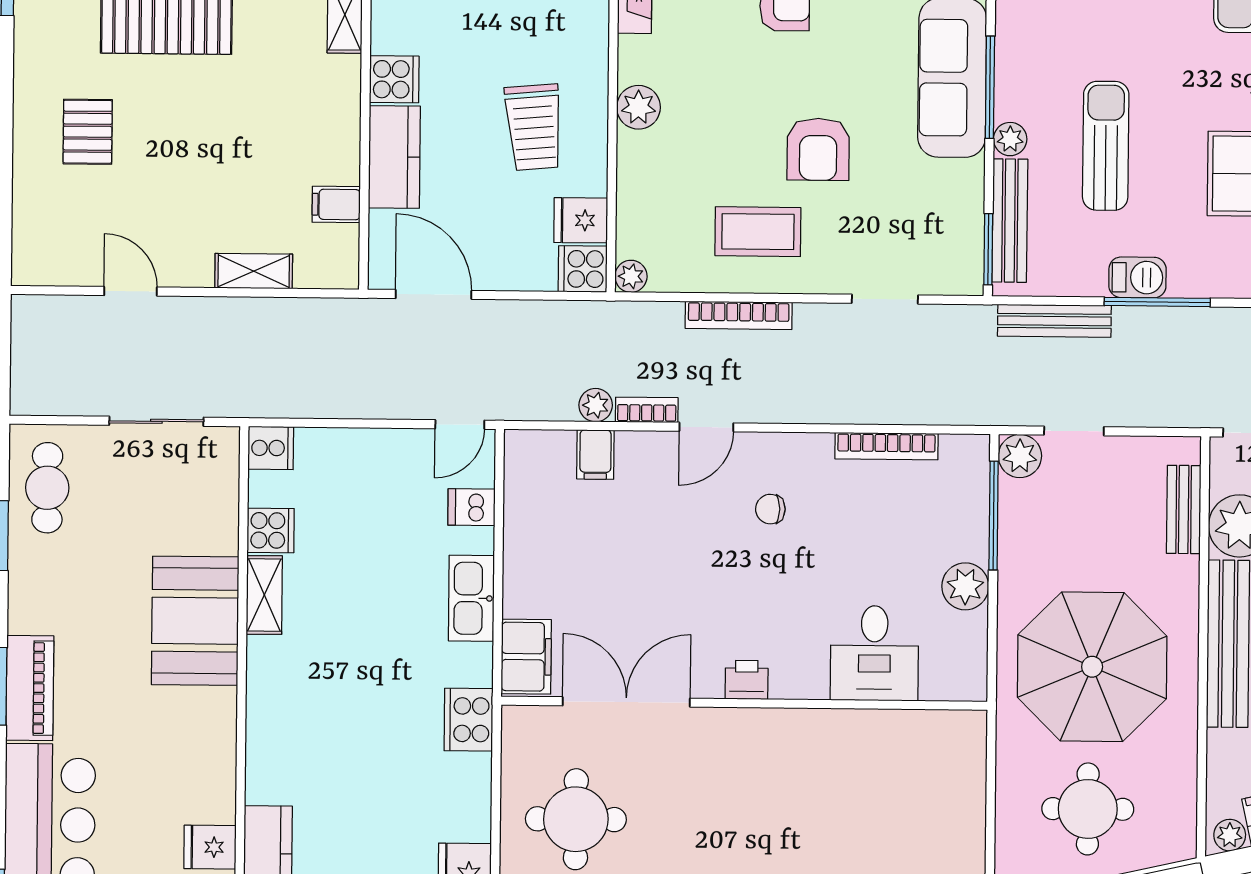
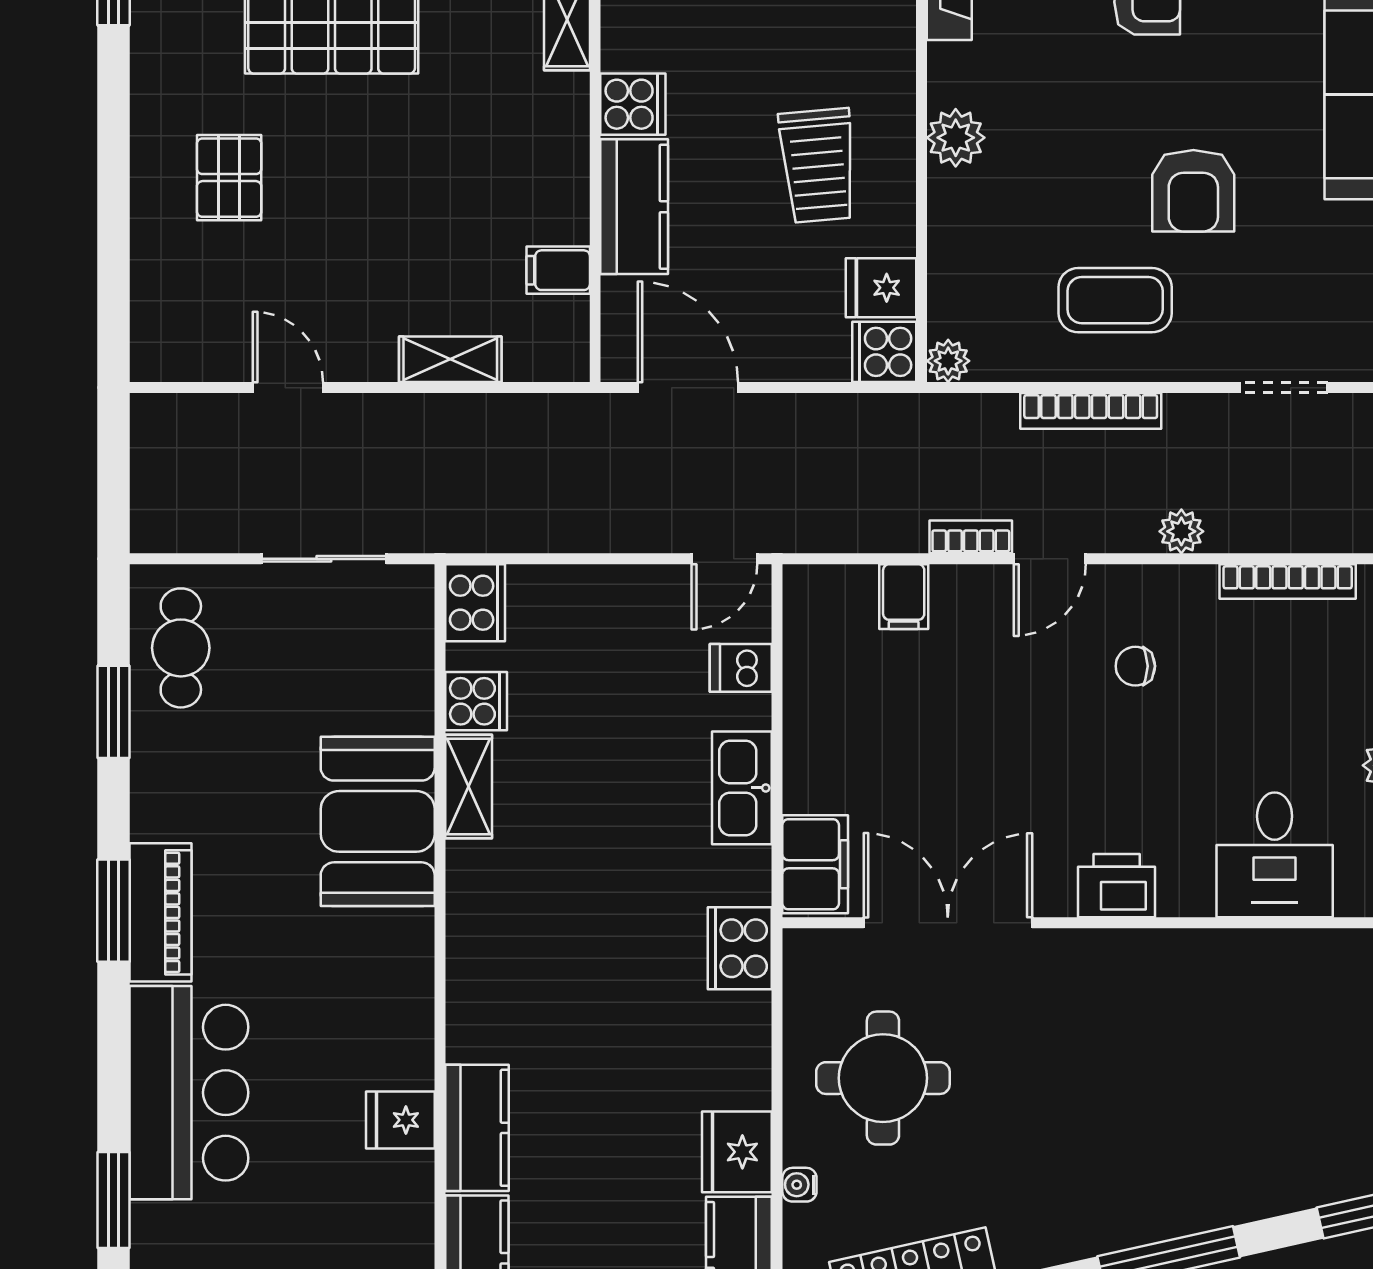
plant: (596, 405) -> (1181, 531), moved
cooker: (271, 448) -> (475, 603), width x1.36
printer: (747, 680) -> (1117, 886), width x1.36, depth x1.24

